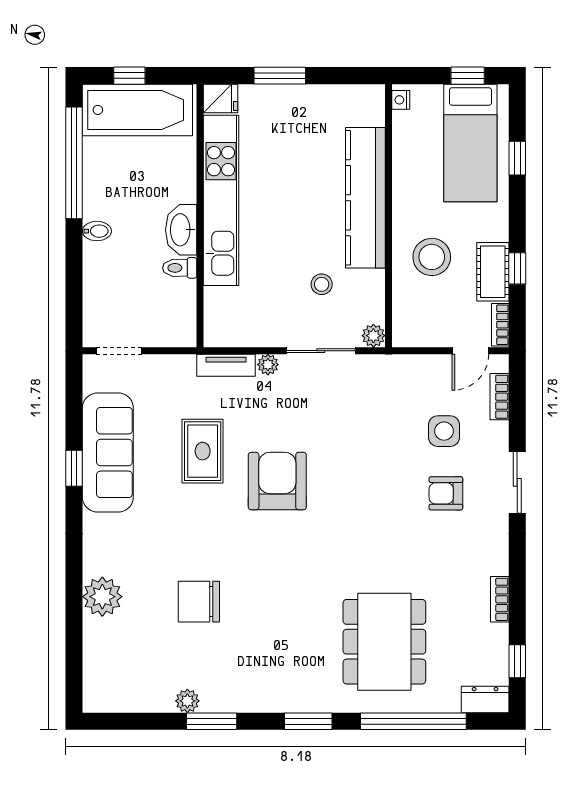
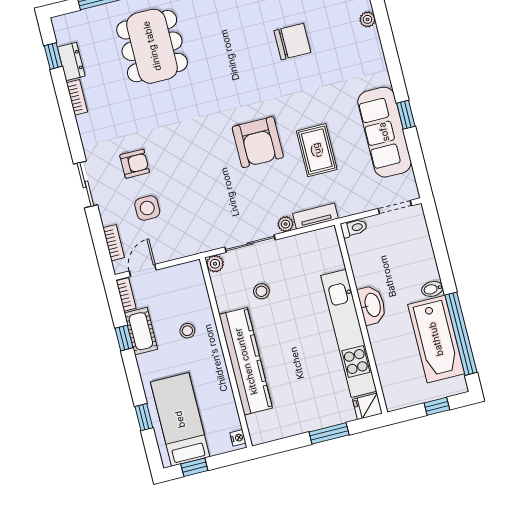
bathtub: (137, 110) -> (436, 339), moved, turned -90
stool: (432, 257) -> (187, 331), width x0.53, depth x0.53
toilet: (180, 268) -> (354, 228), moved
plant: (102, 597) -> (367, 19), width x0.53, depth x0.53
dresser: (485, 700) -> (71, 62), moved, turned -90

